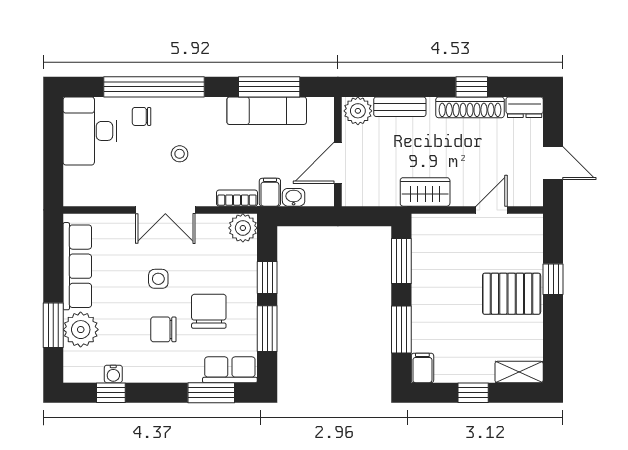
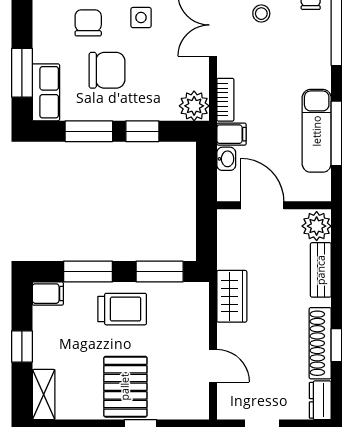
stool: (180, 154) -> (261, 14), moved
trolley: (437, 297) -> (122, 309), added

